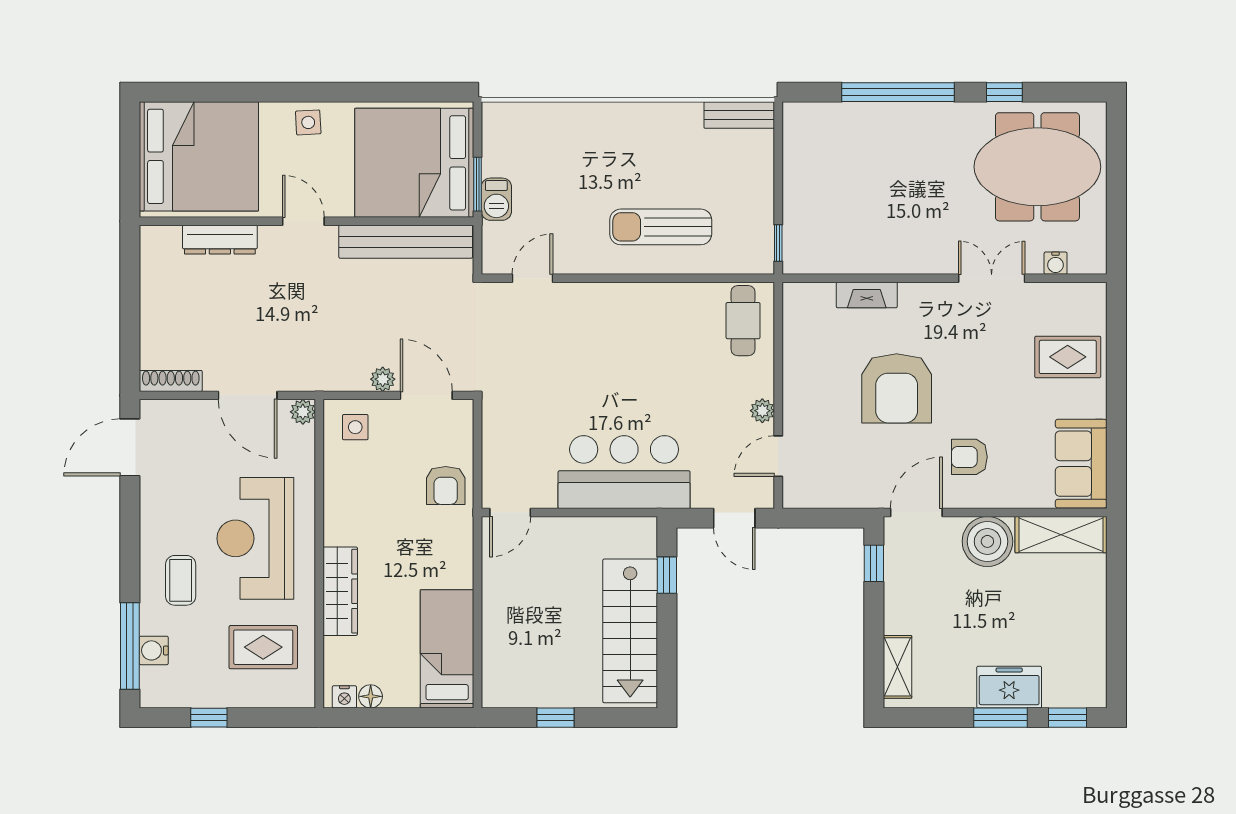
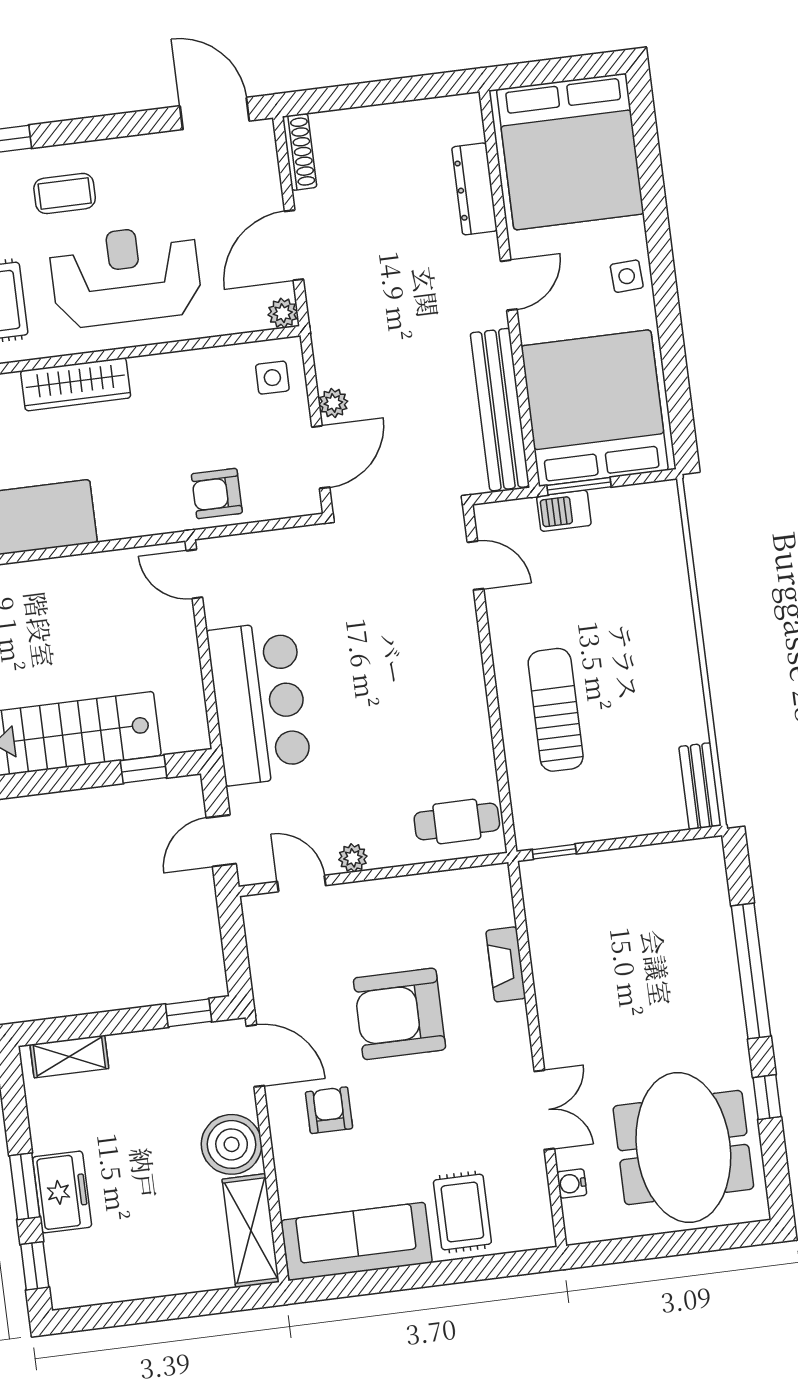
sofa: (1081, 464) -> (357, 1241), width x1.36

